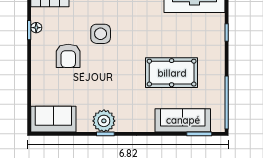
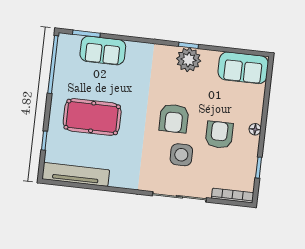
floor lamp: (36, 28) -> (255, 129), moved
armchair: (111, 66) -> (174, 118), added
pool table: (172, 73) -> (92, 117), moved
sofa: (183, 120) -> (103, 50), width x0.73

